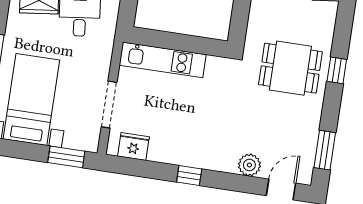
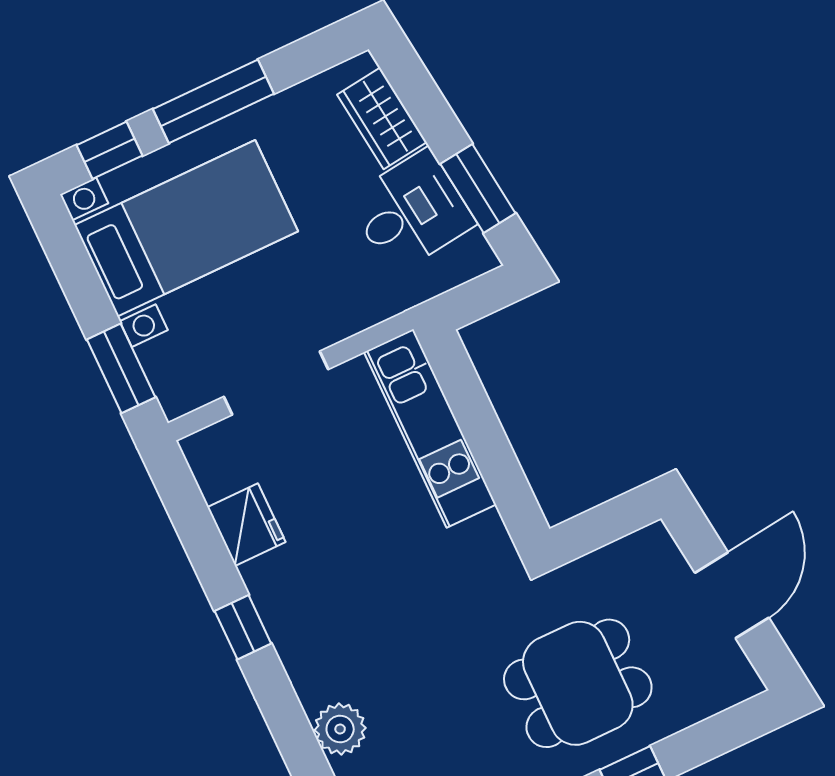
dining table: (290, 68) -> (578, 683), turned 90
fridge: (133, 146) -> (246, 525), moved

